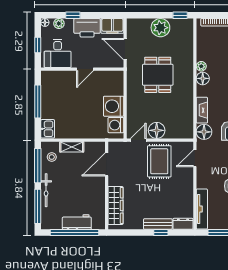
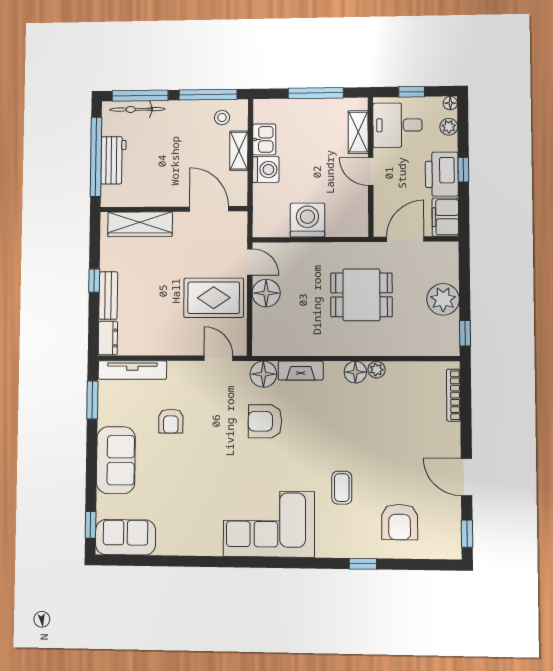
window: (73, 15) -> (463, 170), moved
shelving: (61, 76) -> (358, 132), added
washing machine: (116, 125) -> (266, 170), moved, turned 90
kitchen sink: (48, 129) -> (264, 139), moved, turned -90
bicycle: (46, 190) -> (137, 109), moved
window: (161, 233) -> (94, 281), moved

